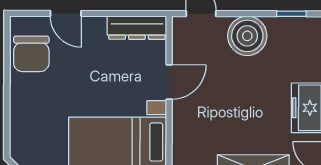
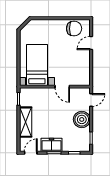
dresser: (137, 28) -> (85, 73), removed
chair: (31, 54) -> (74, 29), turned 180

